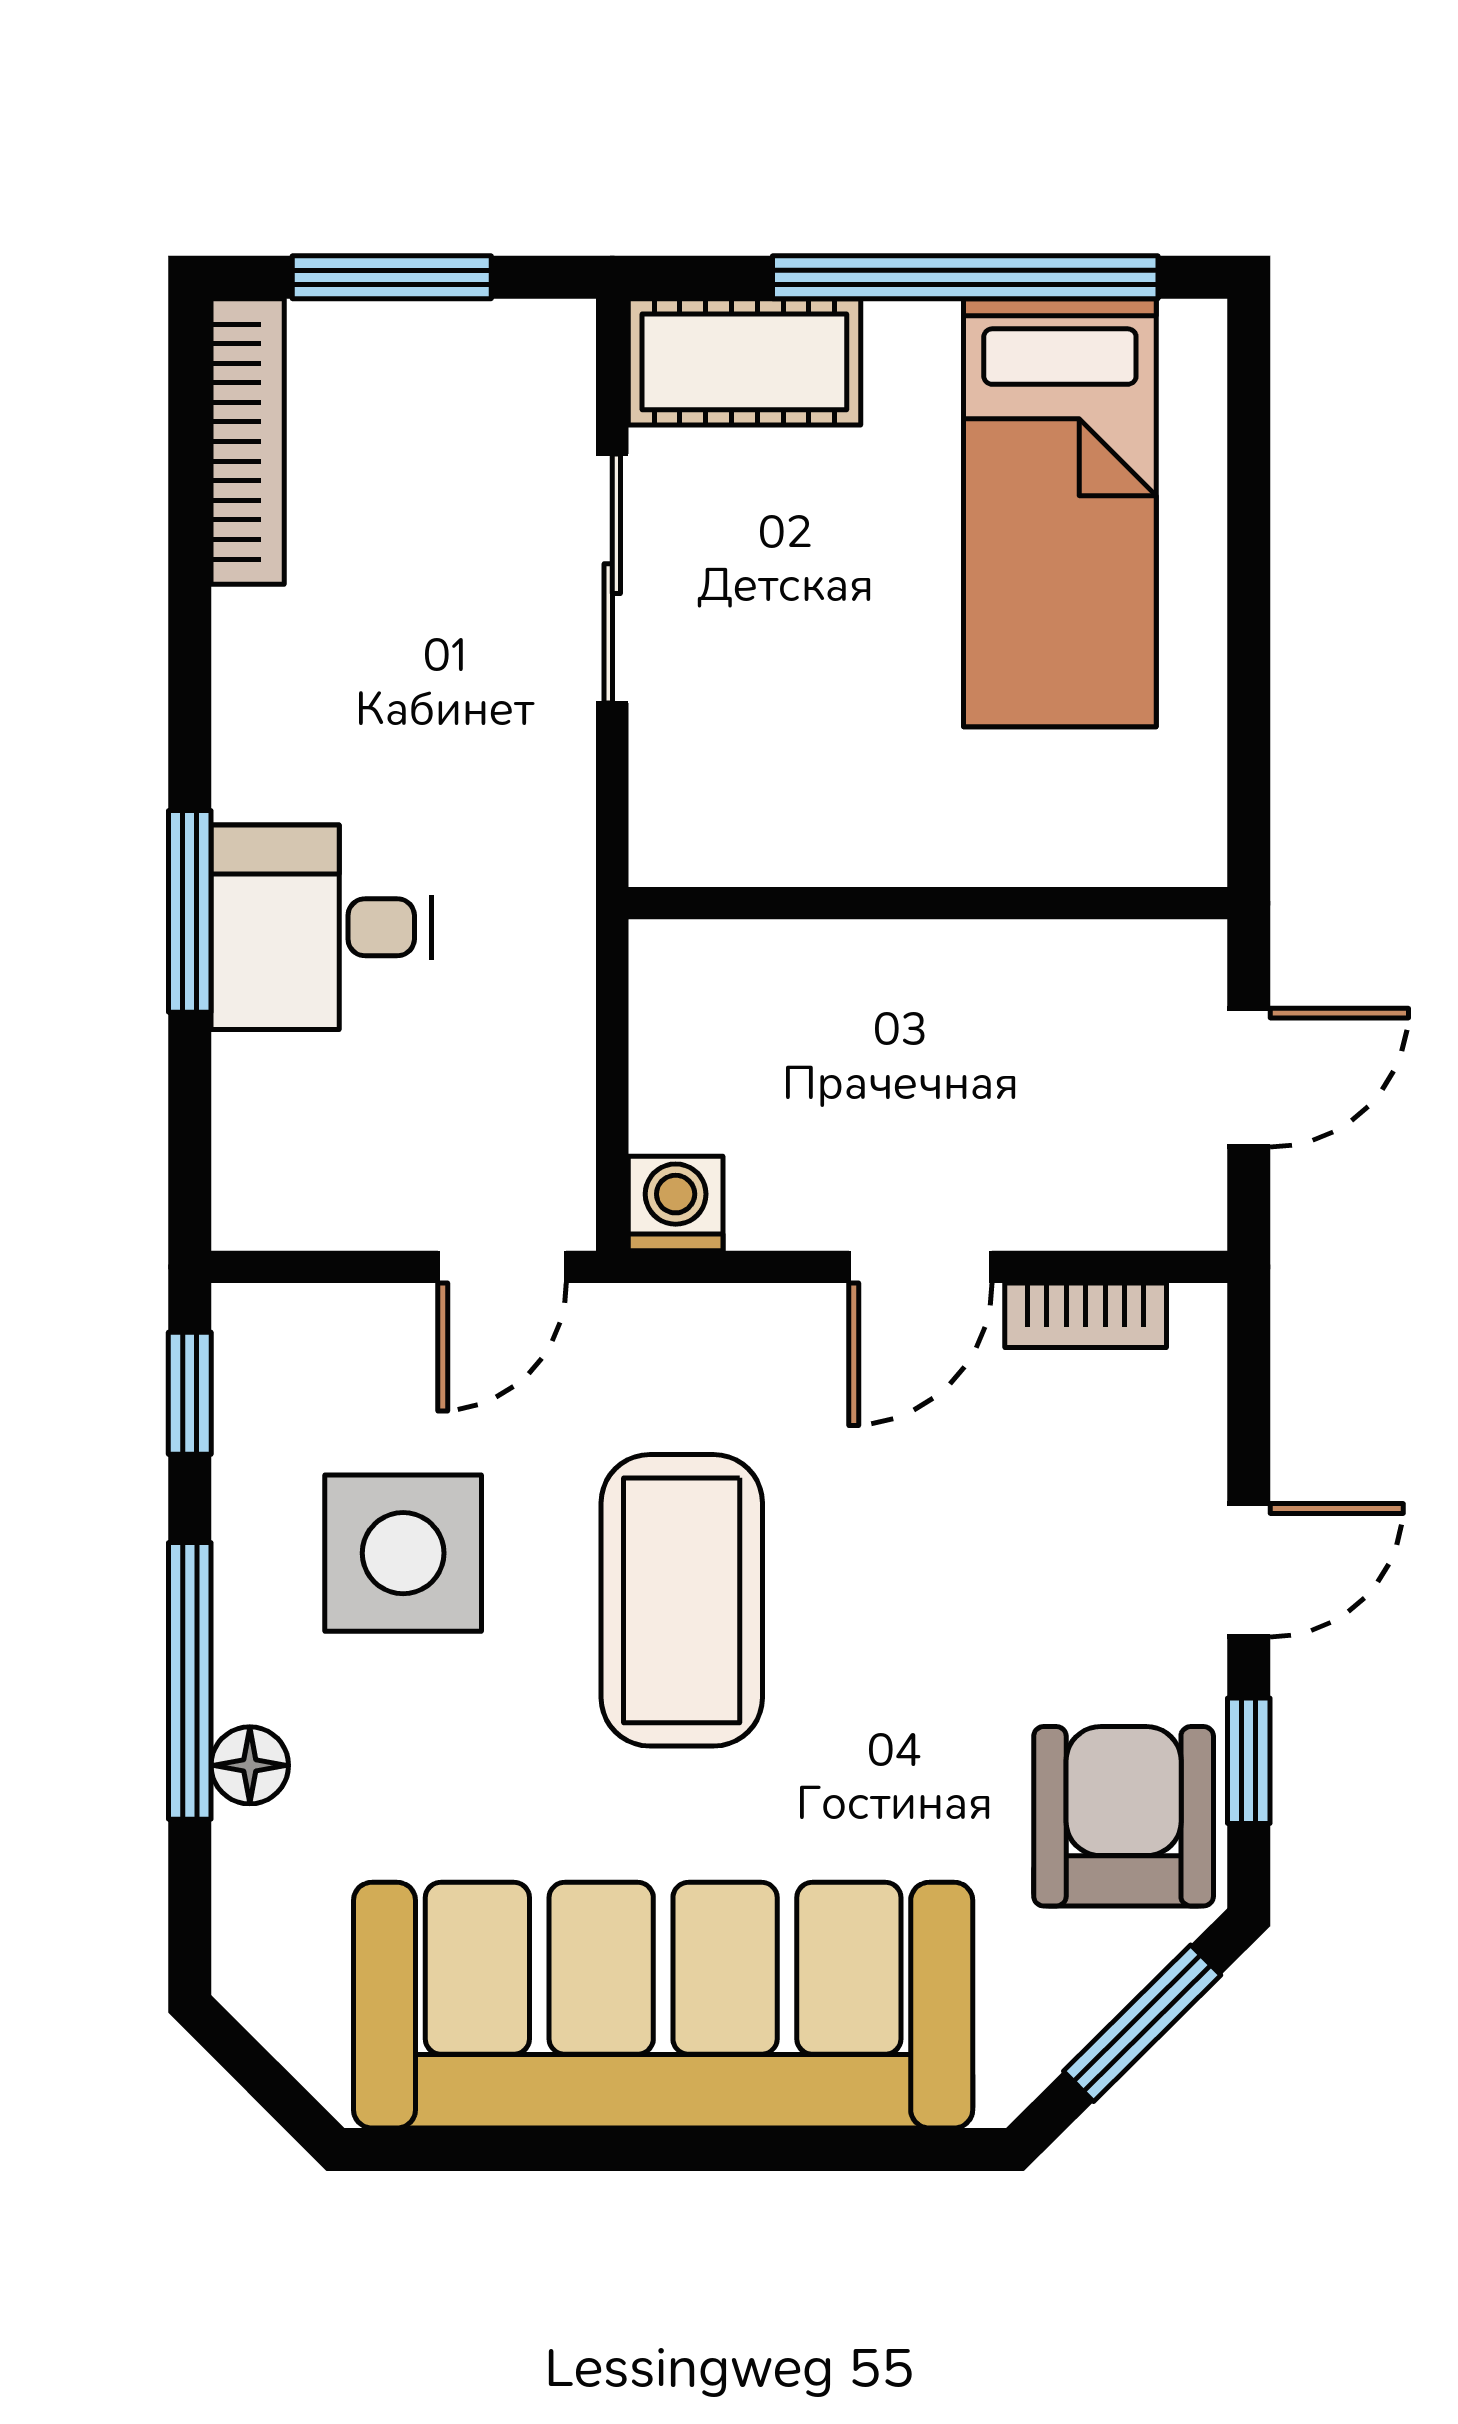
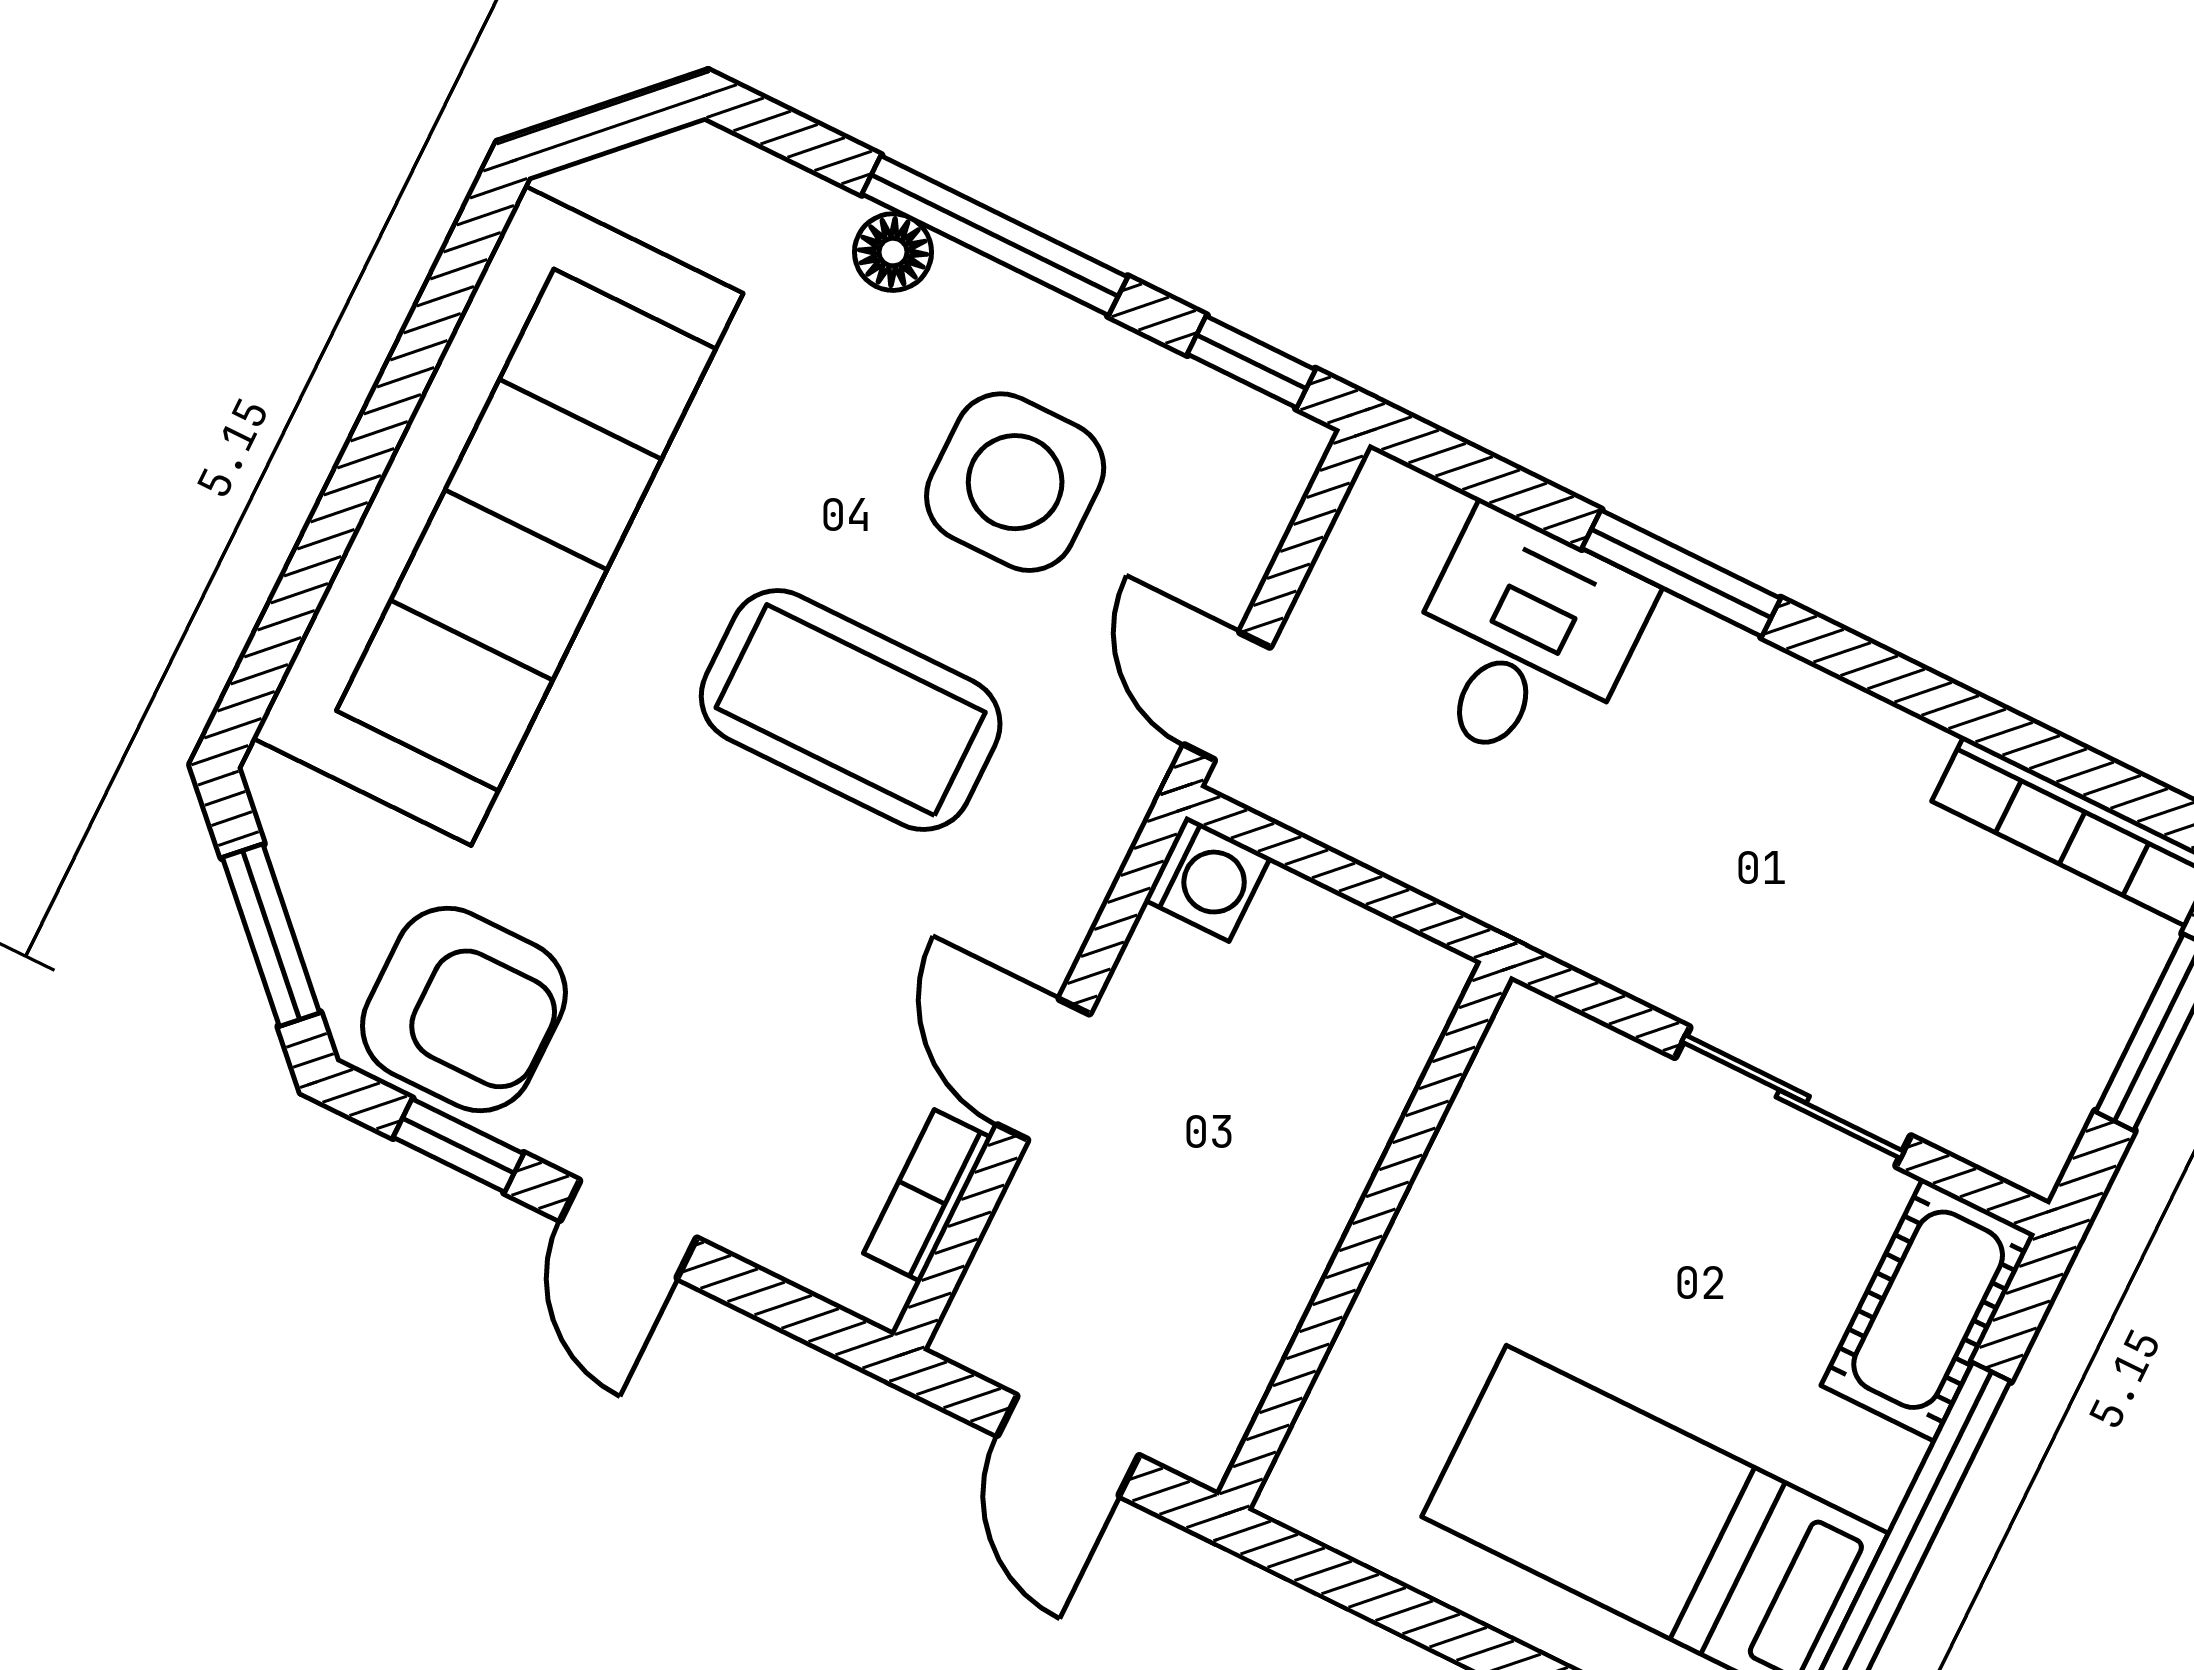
desk: (322, 927) -> (1523, 641), moved

